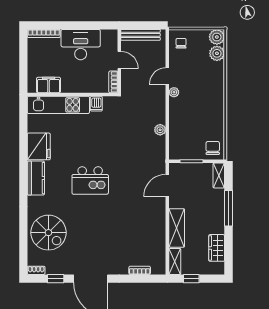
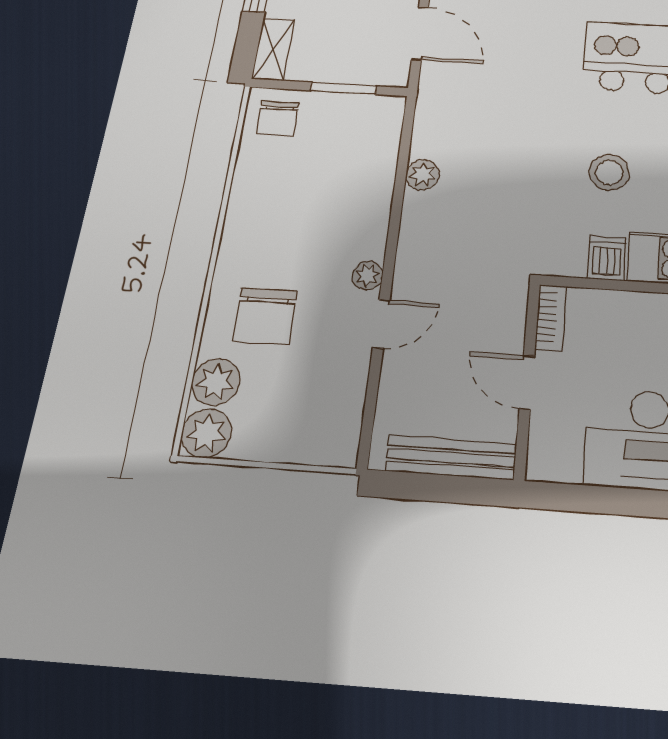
chair: (181, 43) -> (265, 316), moved, width x1.87, depth x1.87
stool: (97, 135) -> (609, 173), added
door: (167, 185) -> (420, 33), hinge flipped

